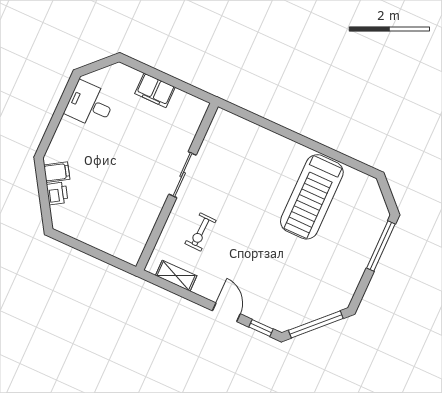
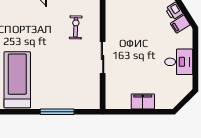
desk: (90, 105) -> (179, 62), moved
window: (277, 129) -> (57, 112), added

